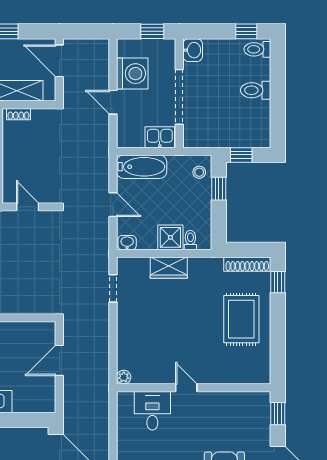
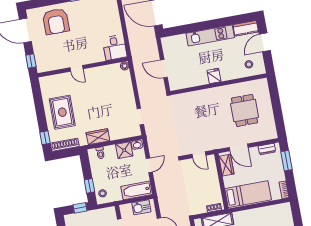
kitchen sink: (160, 137) -> (141, 207), moved
door: (113, 205) -> (149, 165), swing flipped
shower: (170, 237) -> (124, 150), moved
wardrobe: (169, 268) -> (98, 137), moved
door: (59, 360) -> (164, 69), swing flipped
door: (186, 388) -> (76, 68), moved
desk: (152, 411) -> (115, 47), moved

